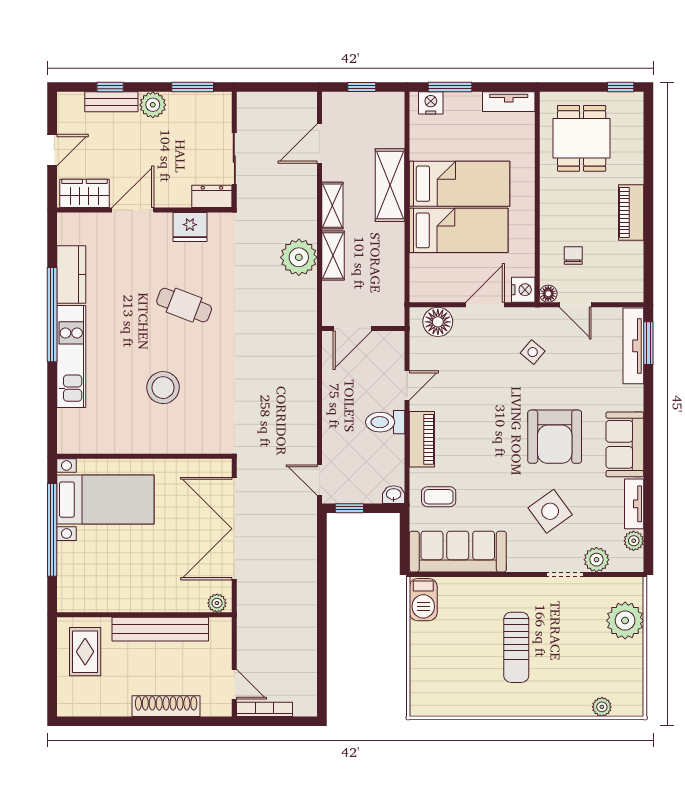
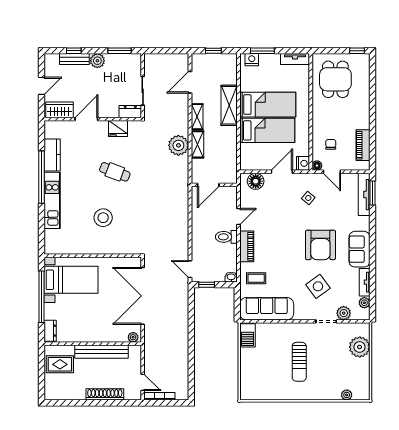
piano: (631, 213) -> (363, 145), moved
dresser: (68, 591) -> (50, 331), added
rug: (85, 652) -> (60, 364), turned 90

